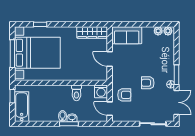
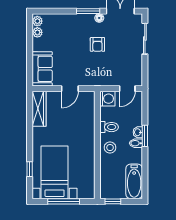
bed with nightstands: (37, 53) -> (55, 172), width x0.73
stool: (59, 94) -> (110, 148), added
armchair: (124, 95) -> (111, 72), removed
bathtub: (22, 107) -> (134, 181), moved, turned -90

